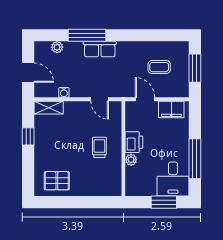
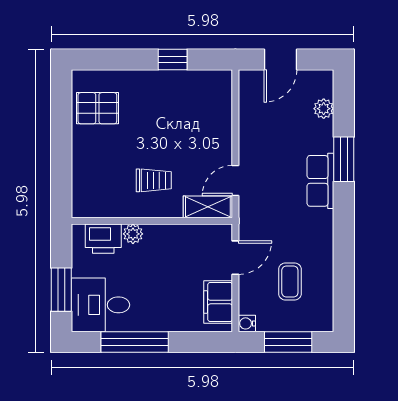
window: (87, 35) -> (344, 159), width x0.69
water cooler: (64, 92) -> (247, 323), moved
shelving: (49, 108) -> (208, 207), moved, turned 90
printer: (134, 142) -> (103, 239), moved
pallet: (57, 181) -> (97, 108), turned 90

